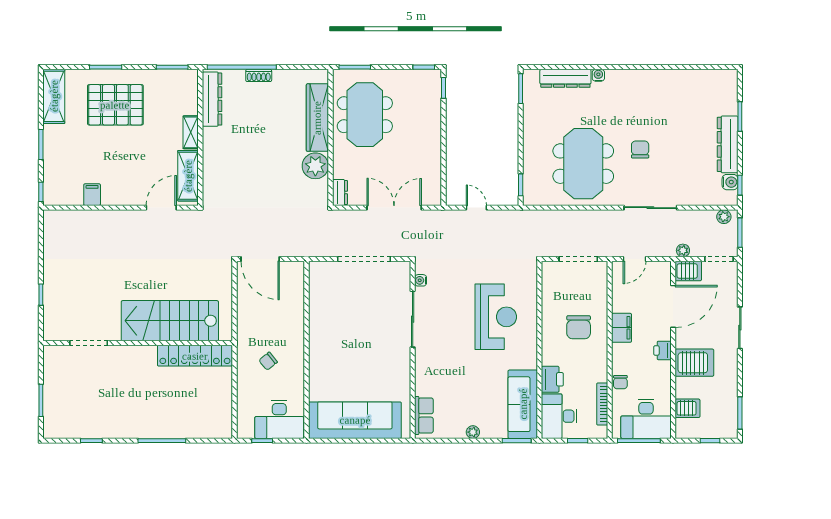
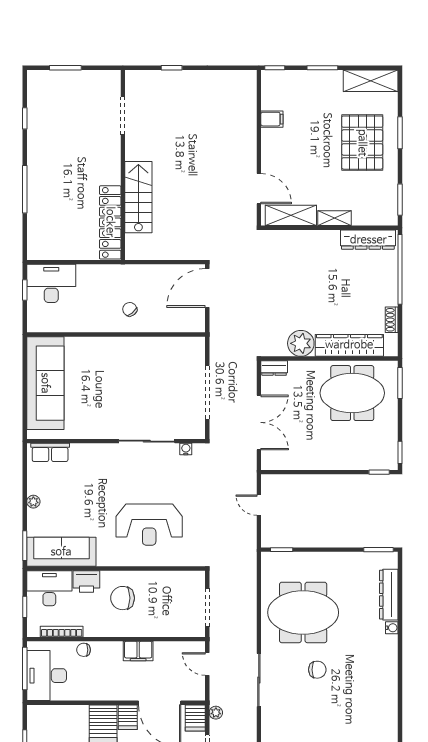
shoe rack: (259, 75) -> (392, 320), moved
door: (476, 208) -> (259, 505), swing flipped
stairs: (170, 321) -> (138, 197), width x0.73, depth x0.66
chair: (579, 327) -> (123, 598), moved
printer: (662, 350) -> (115, 692), removed
chair: (268, 361) -> (130, 309), moved
server rack: (688, 408) -> (128, 717), moved
desk: (279, 419) -> (51, 283), moved, turned 90

